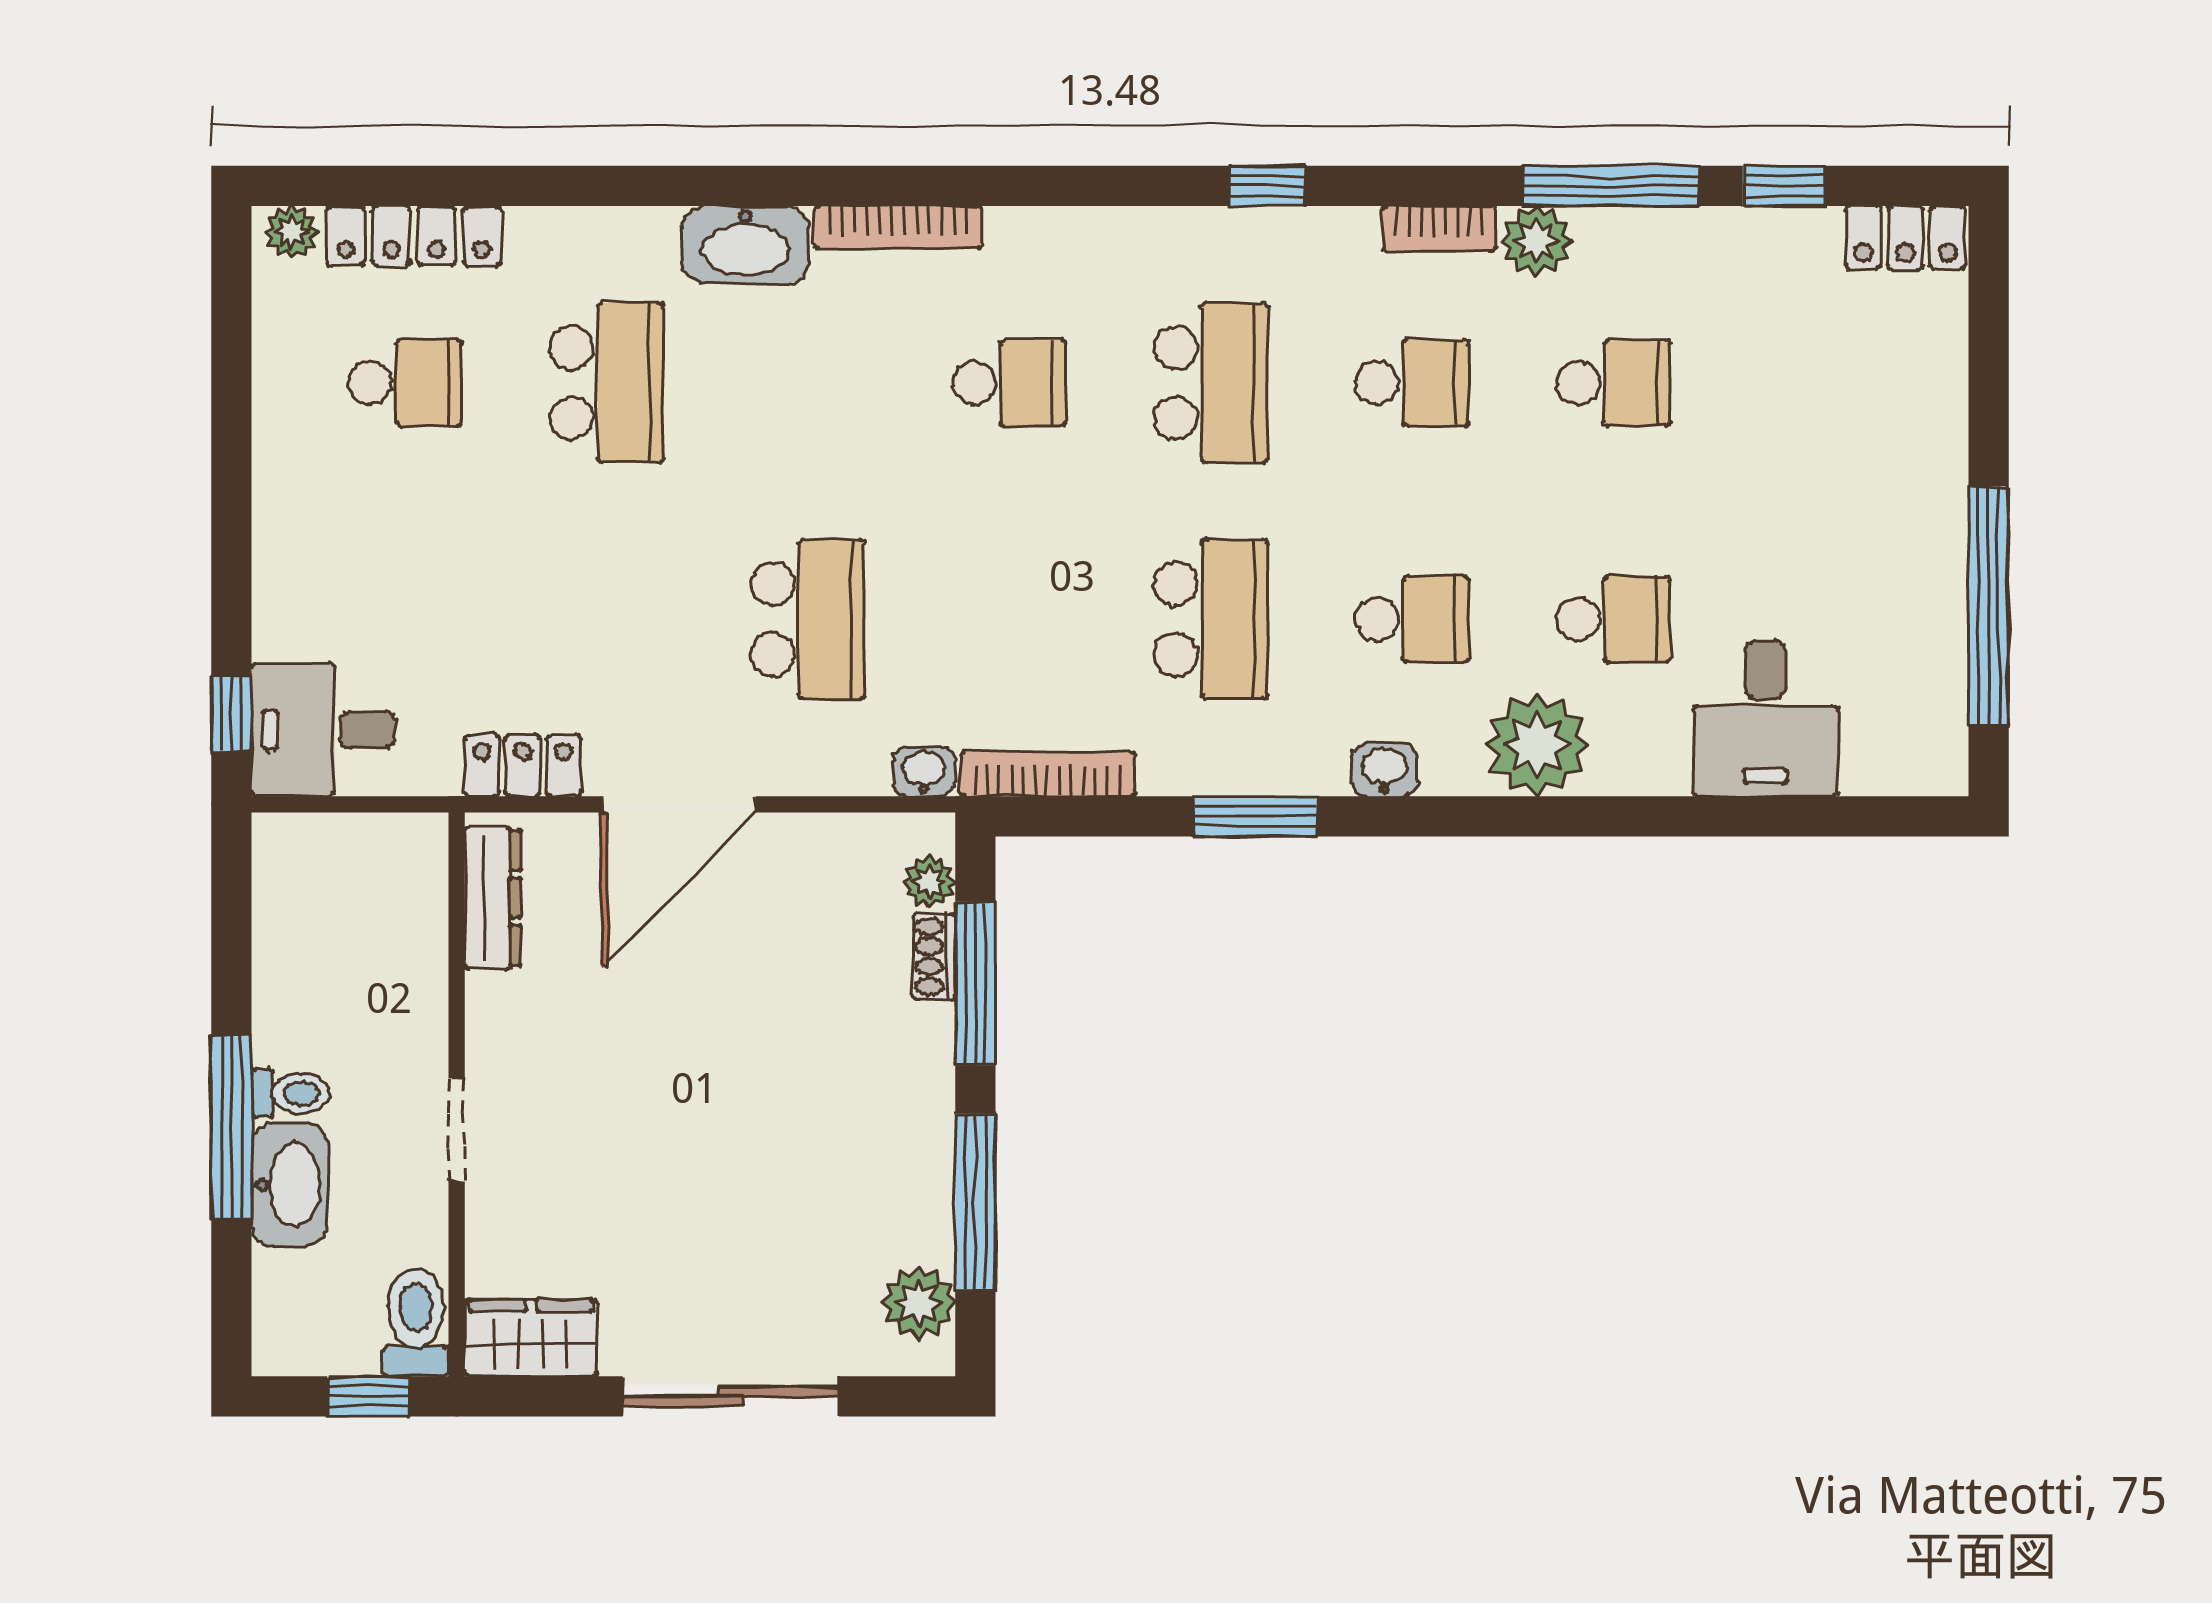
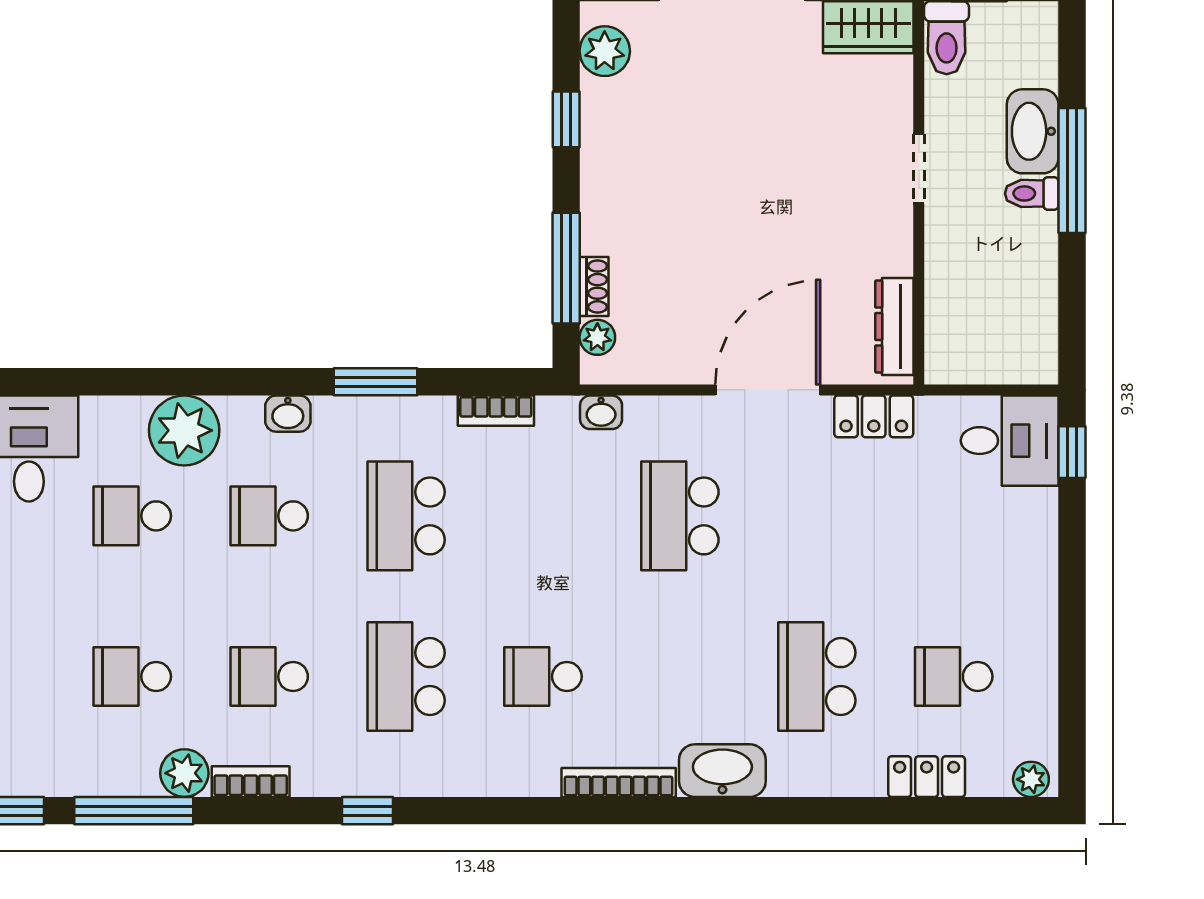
locker: (414, 236) -> (927, 777), width x0.66
bookcase: (1047, 774) -> (496, 411), width x0.64
window: (975, 1202) -> (566, 119), width x0.46

